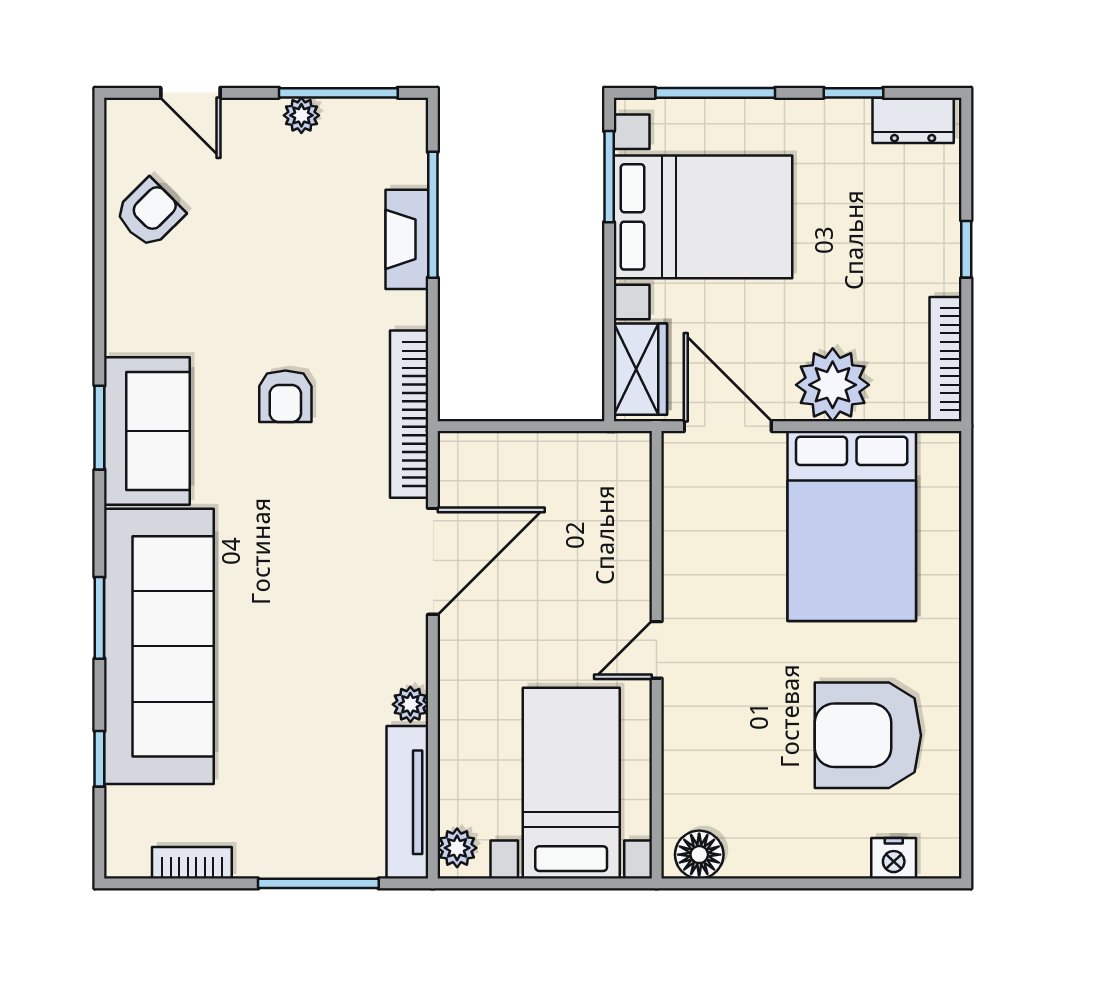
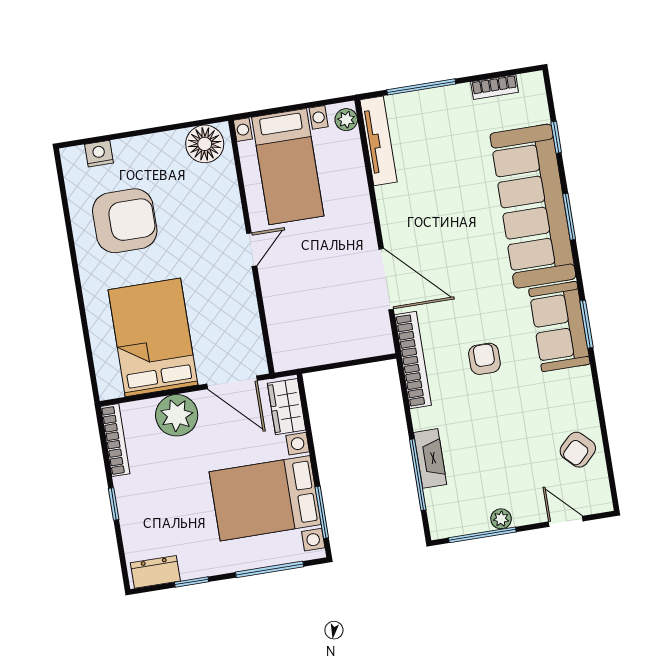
door: (433, 561) -> (386, 279), swing flipped
plant: (410, 704) -> (386, 196), removed
floor lamp: (699, 855) -> (205, 144), width x1.38, depth x1.38

